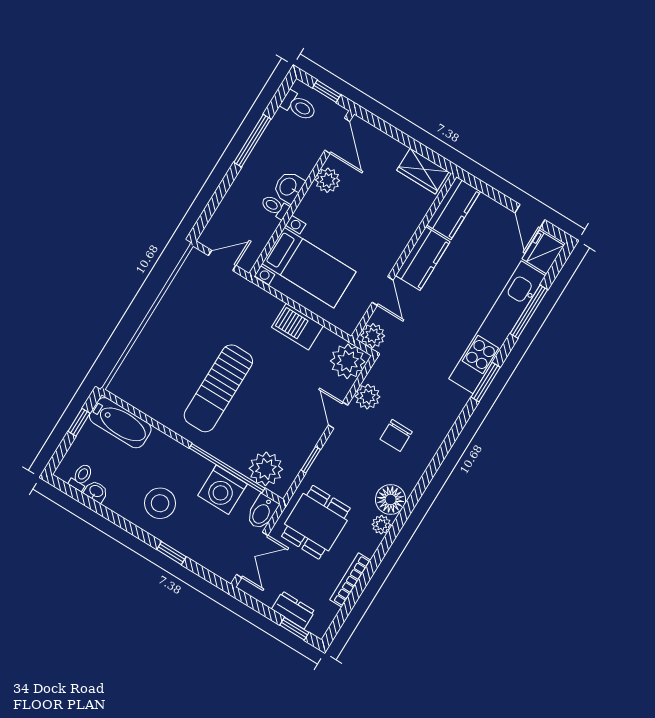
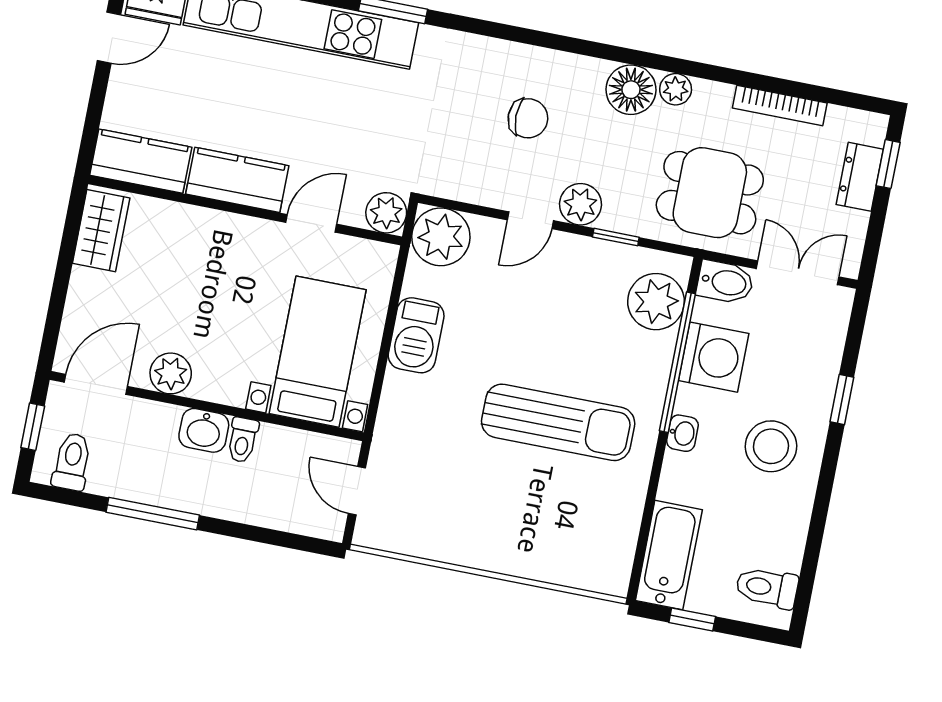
plant: (368, 397) -> (581, 204), moved
toilet: (81, 477) -> (767, 588), width x1.37, depth x1.39
washbasin: (96, 491) -> (682, 433), moved, turned 180

